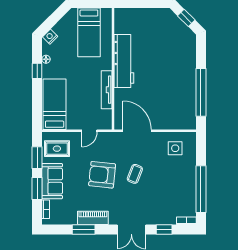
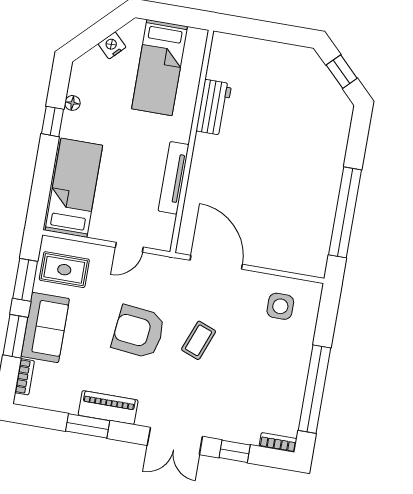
nightstand: (50, 37) -> (112, 45), moved
workbench: (124, 61) -> (214, 107), width x0.53, depth x0.76

